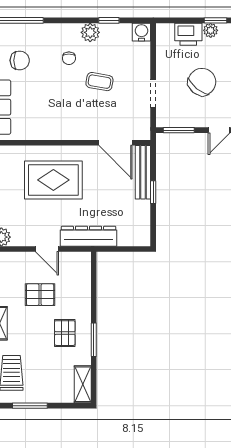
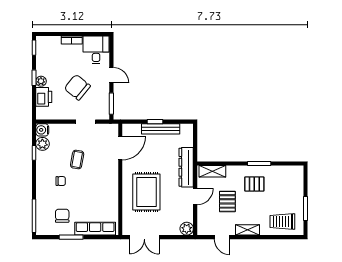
plant: (90, 32) -> (42, 144), moved
bench: (143, 172) -> (161, 129), moved
shelving: (83, 384) -> (212, 171), moved

